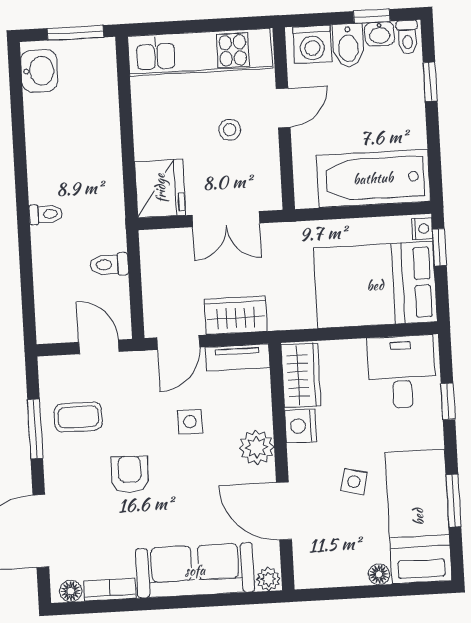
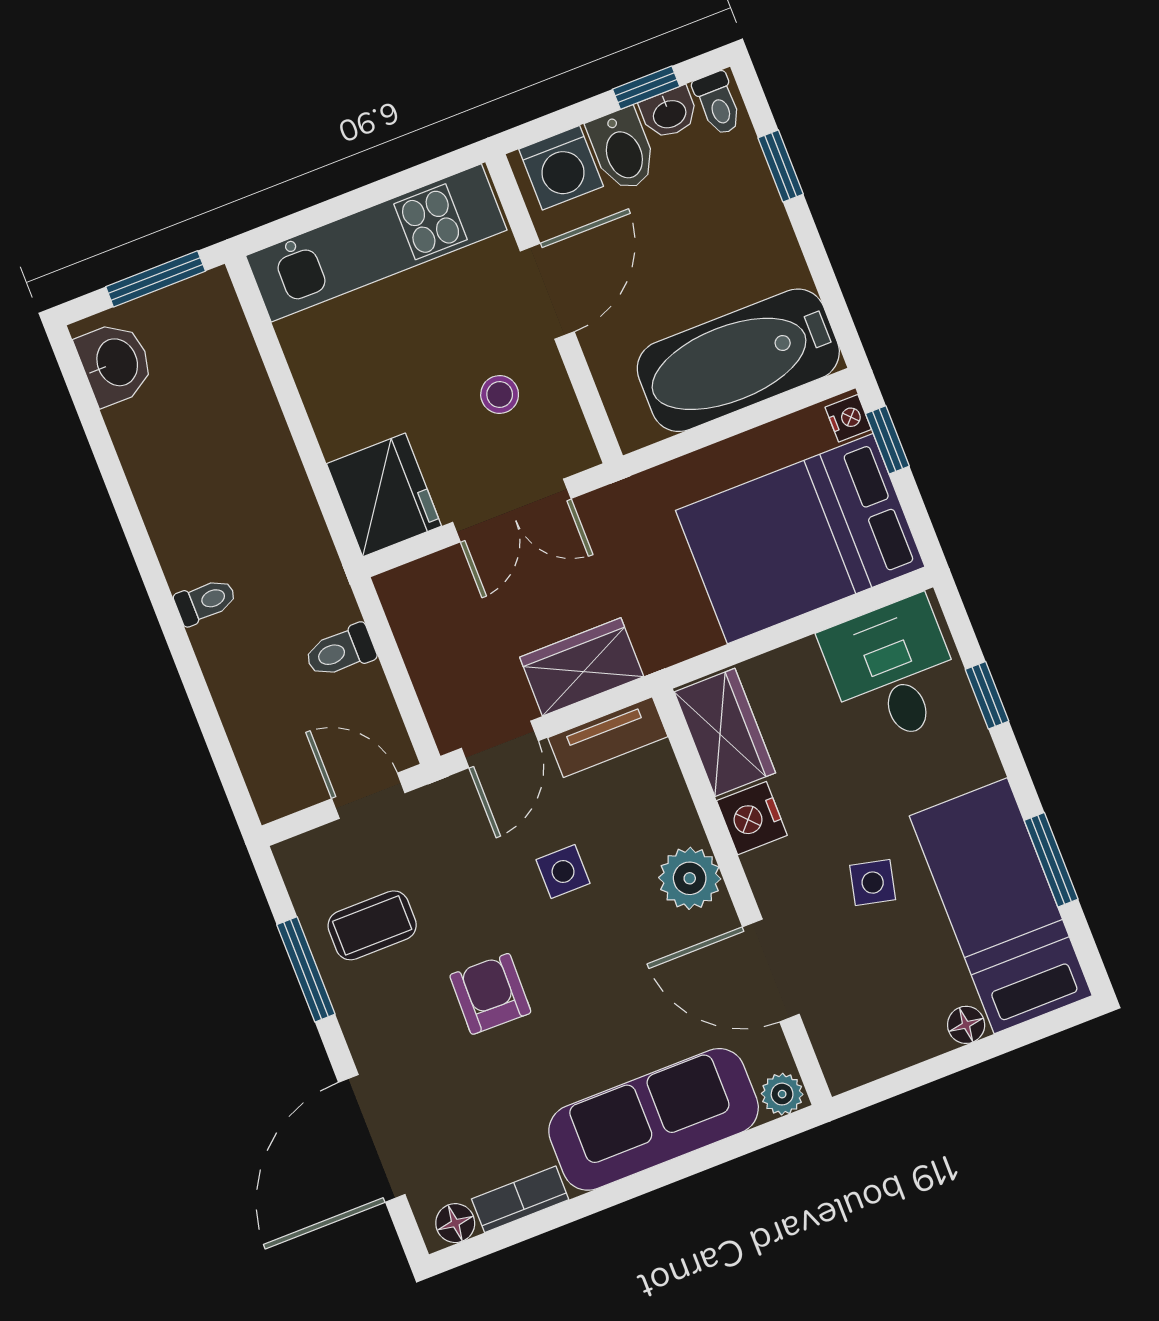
door: (283, 108) -> (547, 291), width x1.38
stool: (230, 130) -> (500, 394), moved

